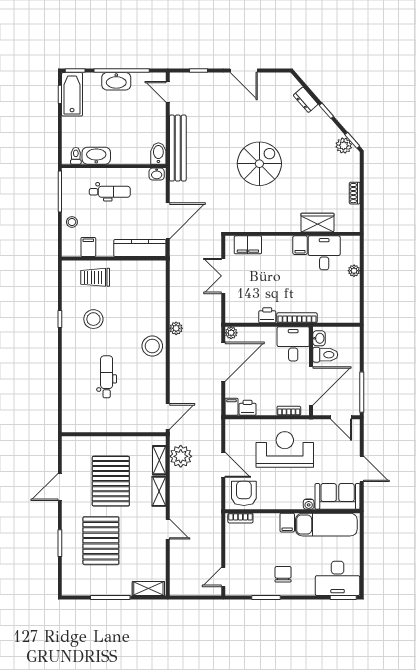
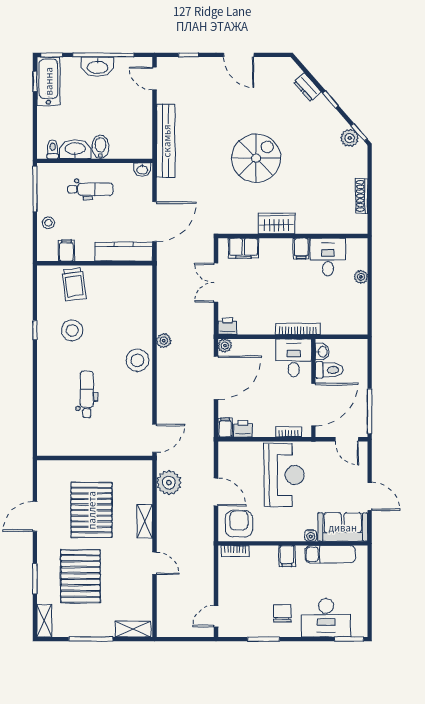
bidet: (158, 153) -> (100, 147), moved
shoe rack: (355, 193) -> (362, 196), width x1.43
wardrobe: (317, 223) -> (277, 223), moved
trolley: (95, 277) -> (74, 284), turned -98
printer: (267, 315) -> (227, 326), moved
reception desk: (285, 450) -> (284, 475), turned 90
shelving: (159, 460) -> (44, 621), moved
exam couch: (326, 525) -> (330, 554), width x0.73, depth x0.69
desk: (338, 578) -> (326, 618), moved

